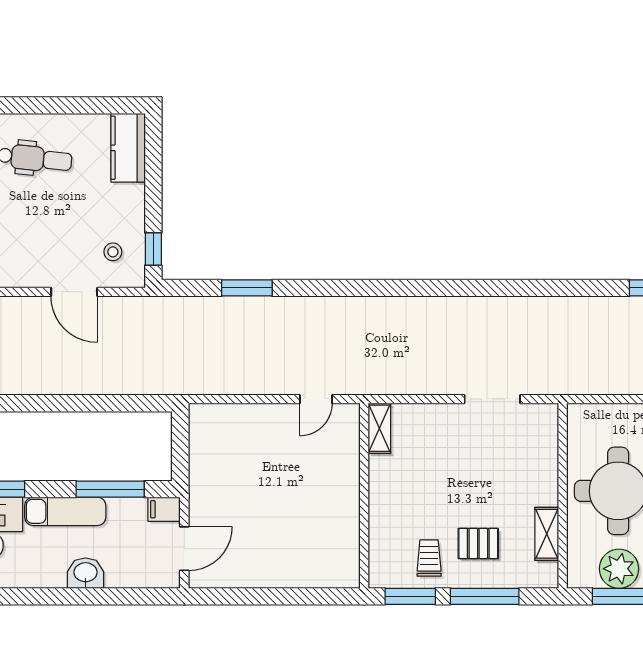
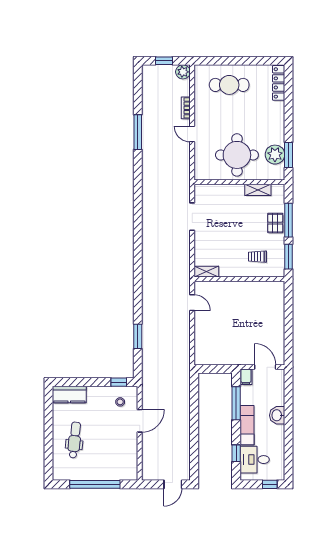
pallet: (478, 543) -> (275, 223), moved
trolley: (429, 558) -> (258, 257), moved

